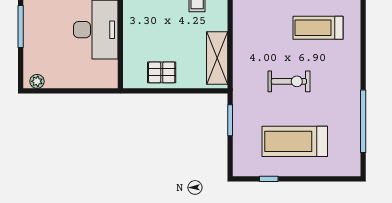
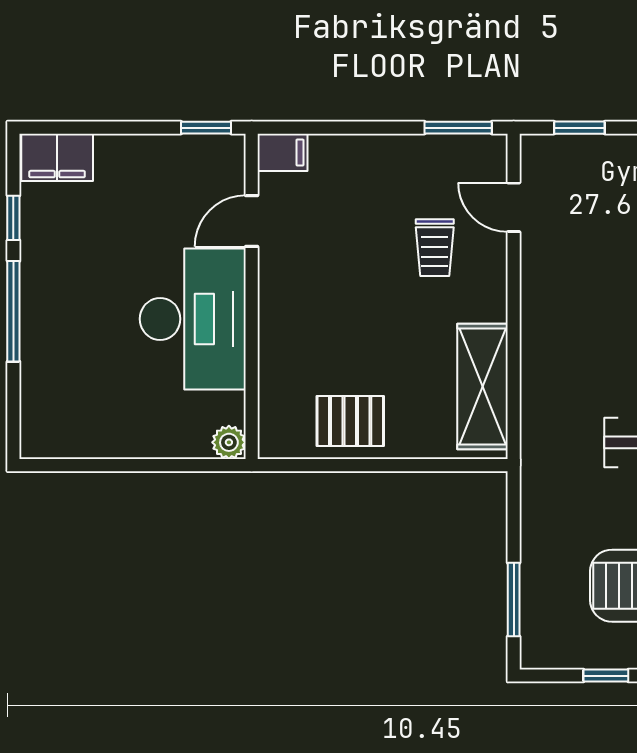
plant: (37, 81) -> (229, 442), moved
window: (230, 120) -> (514, 600), moved

